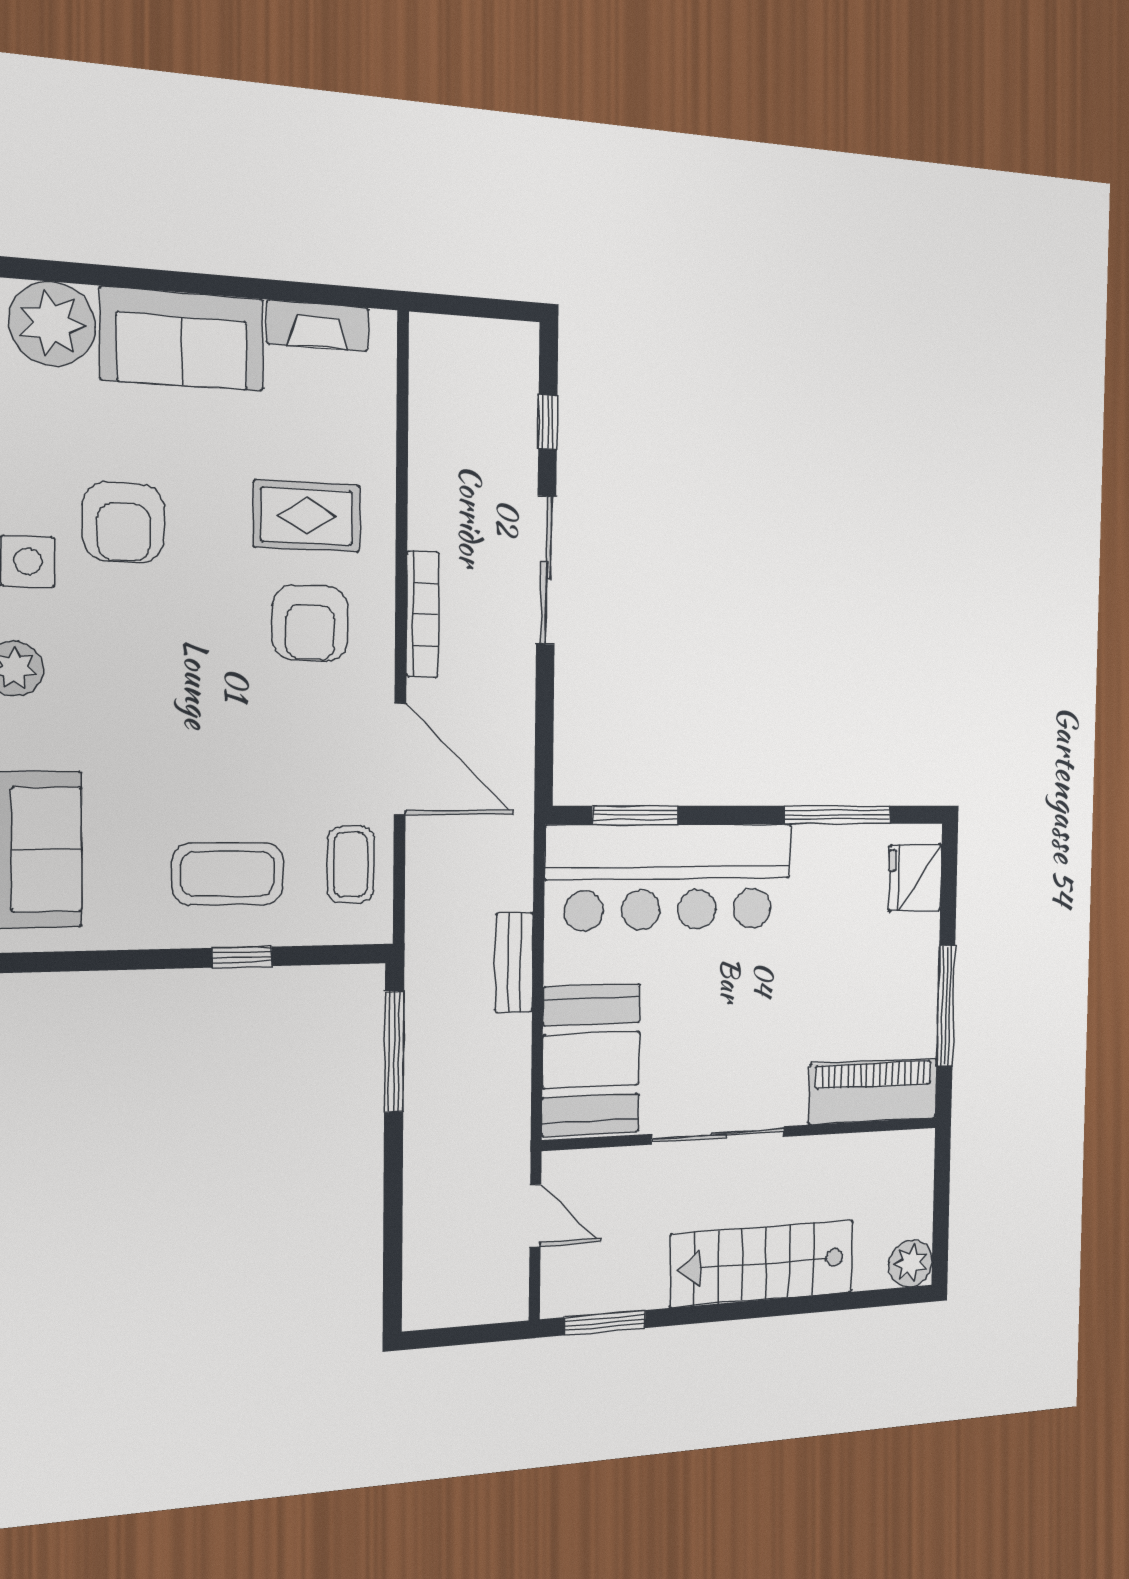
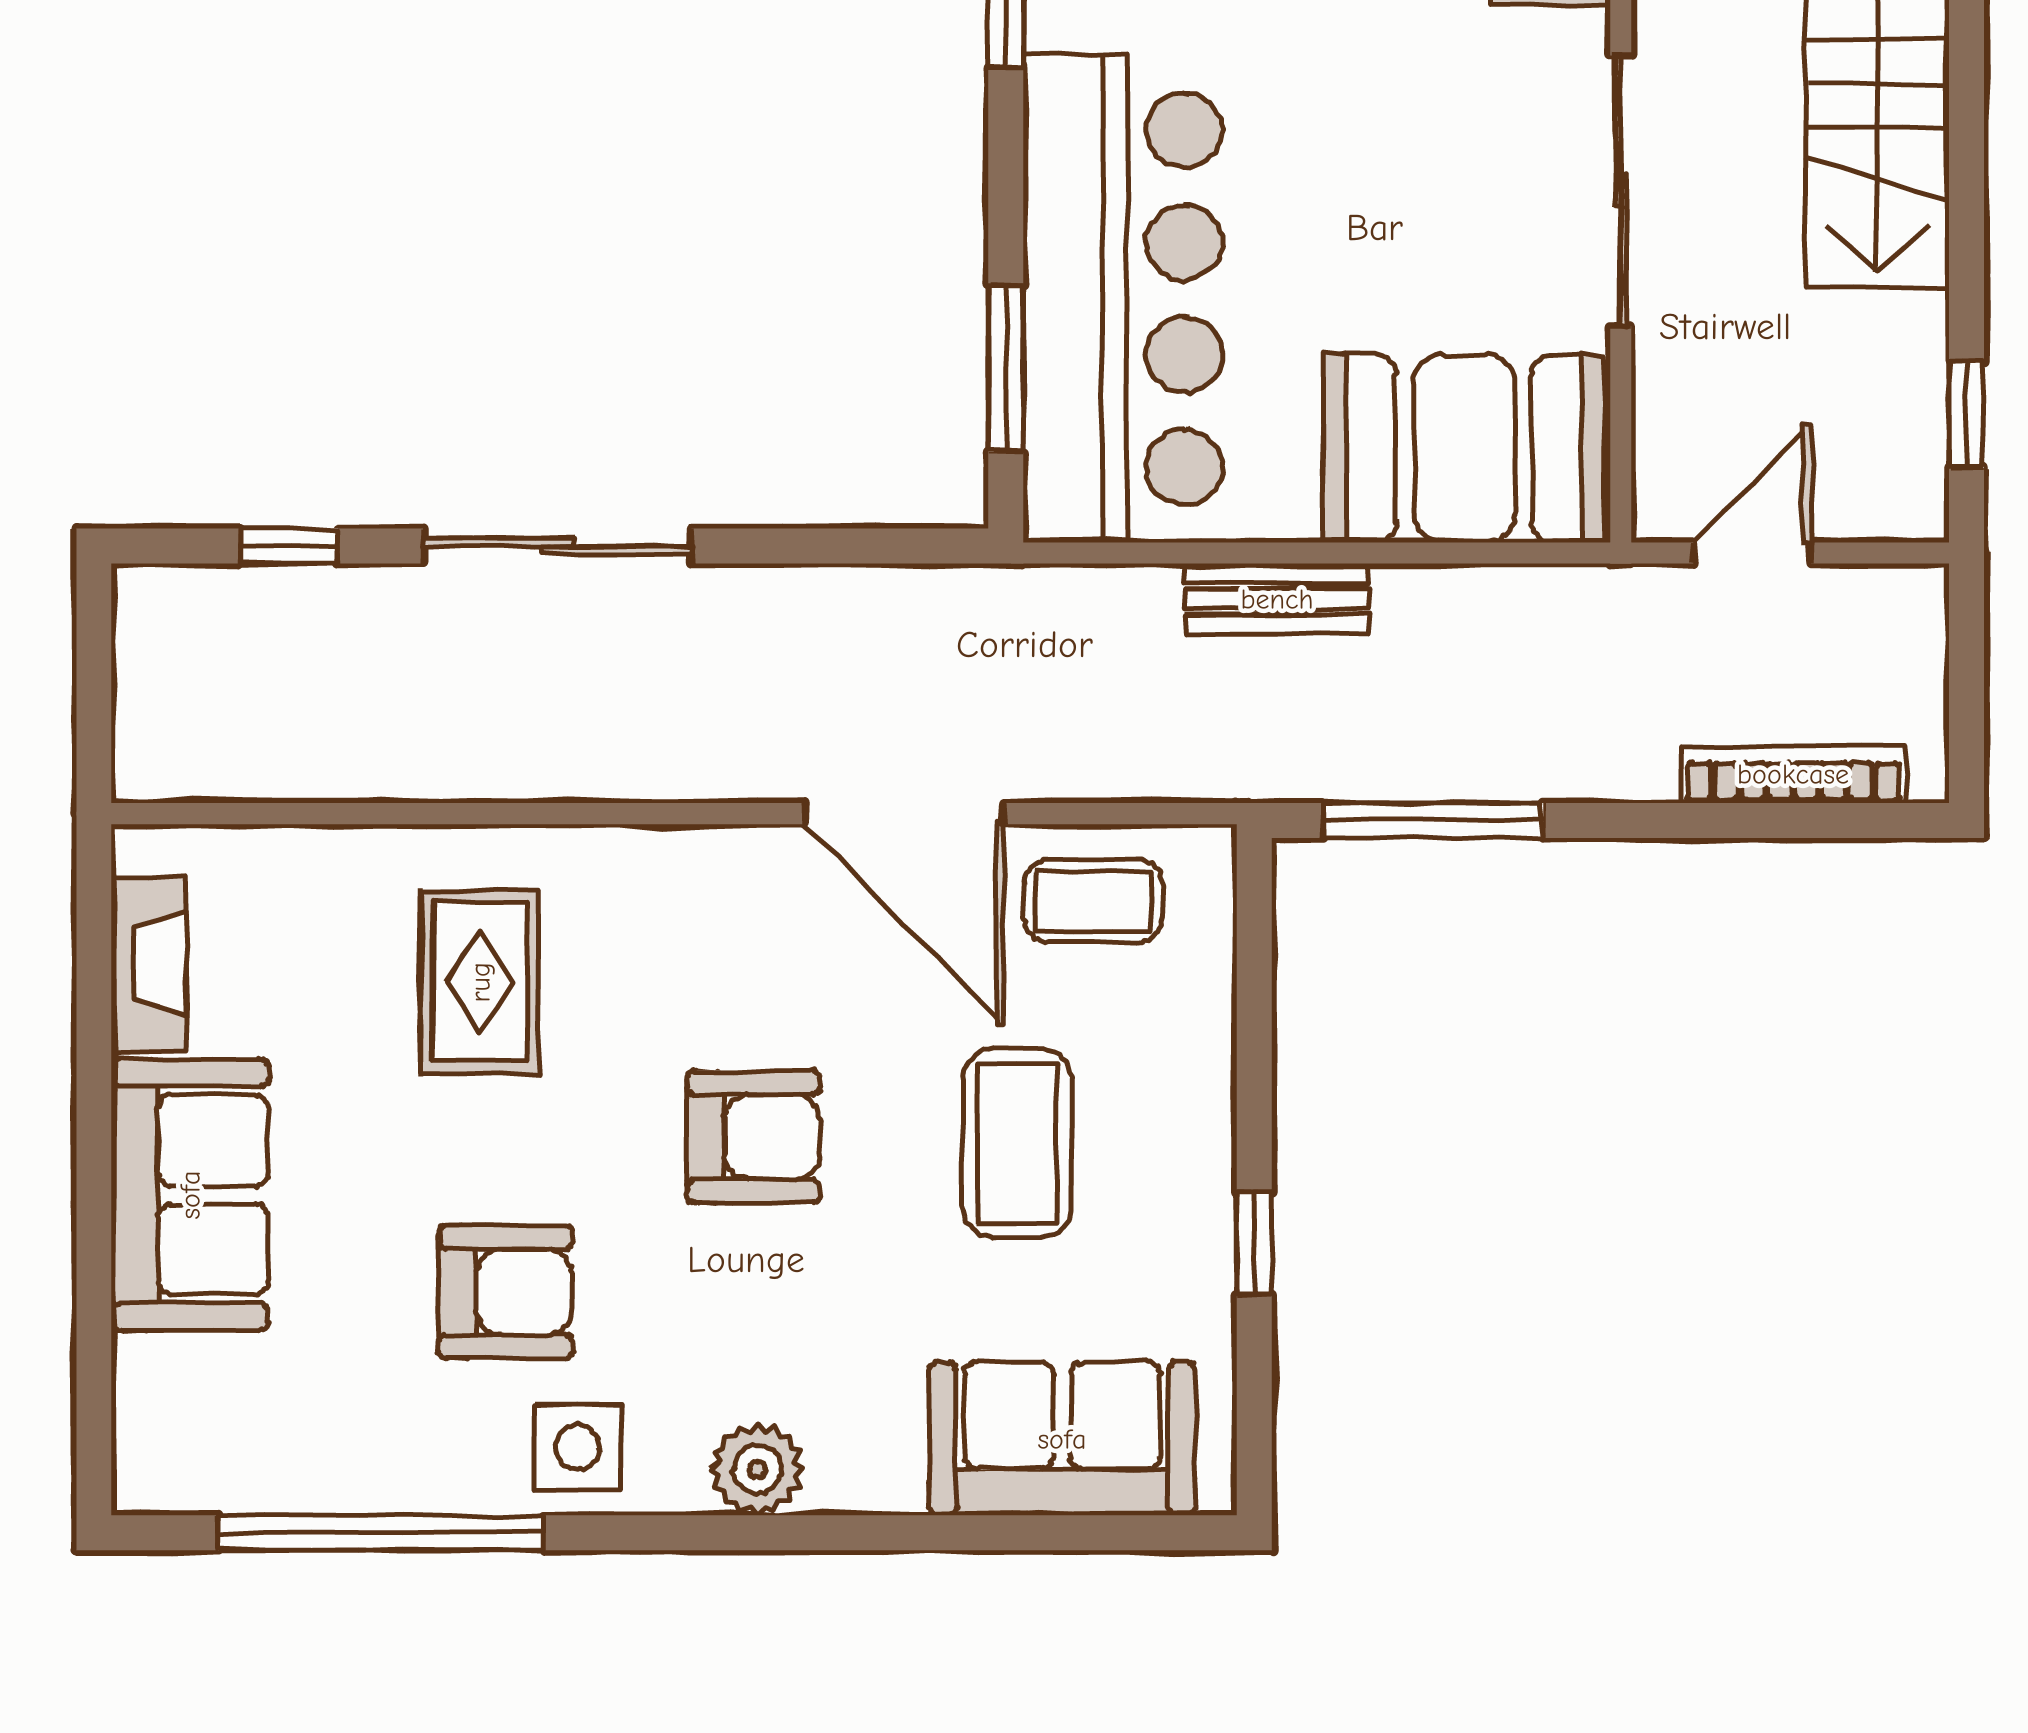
plant: (52, 324) -> (181, 1407), removed
bookcase: (423, 614) -> (1793, 774), moved
armchair: (310, 623) -> (753, 1137), moved
door: (400, 759) -> (904, 814), swing flipped
coffee table: (228, 874) -> (1017, 1143), moved
window: (242, 957) -> (1254, 1243), moved
window: (605, 1323) -> (1966, 415), width x0.67

